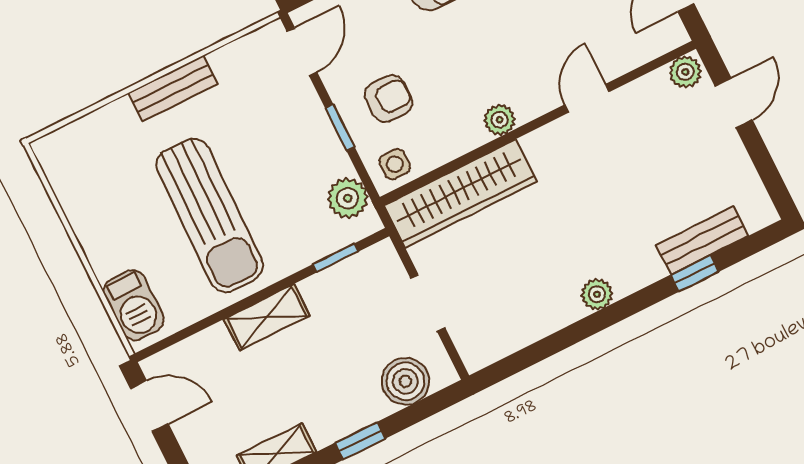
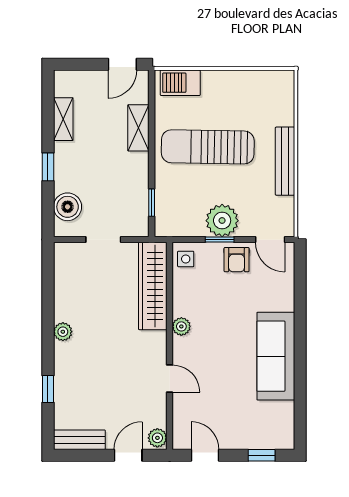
bench: (173, 88) -> (285, 161), width x1.36
armchair: (389, 99) -> (237, 260), moved
door: (734, 103) -> (128, 455), swing flipped
plant: (348, 198) -> (222, 221), moved, width x1.36, depth x1.36
bench: (702, 240) -> (79, 440), moved, turned 90
shelving: (267, 317) -> (138, 128), moved

